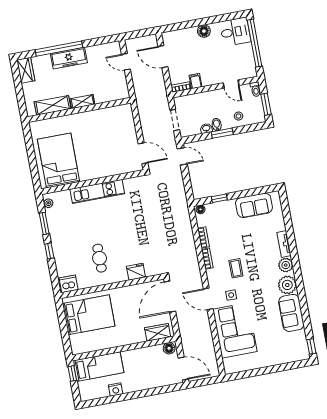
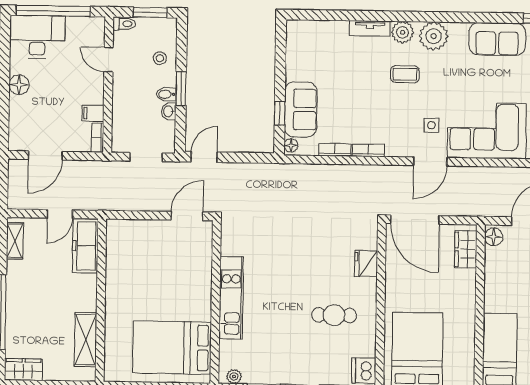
desk: (235, 32) -> (37, 37), width x1.37
freezer: (69, 58) -> (85, 246), moved, turned 180
door: (126, 62) -> (60, 214), moved
door: (231, 84) -> (109, 60), swing flipped
shelving: (82, 102) -> (15, 241), moved
sofa: (254, 205) -> (301, 109), moved
coffee table: (236, 268) -> (405, 74), moved
sofa: (291, 313) -> (497, 39), moved

